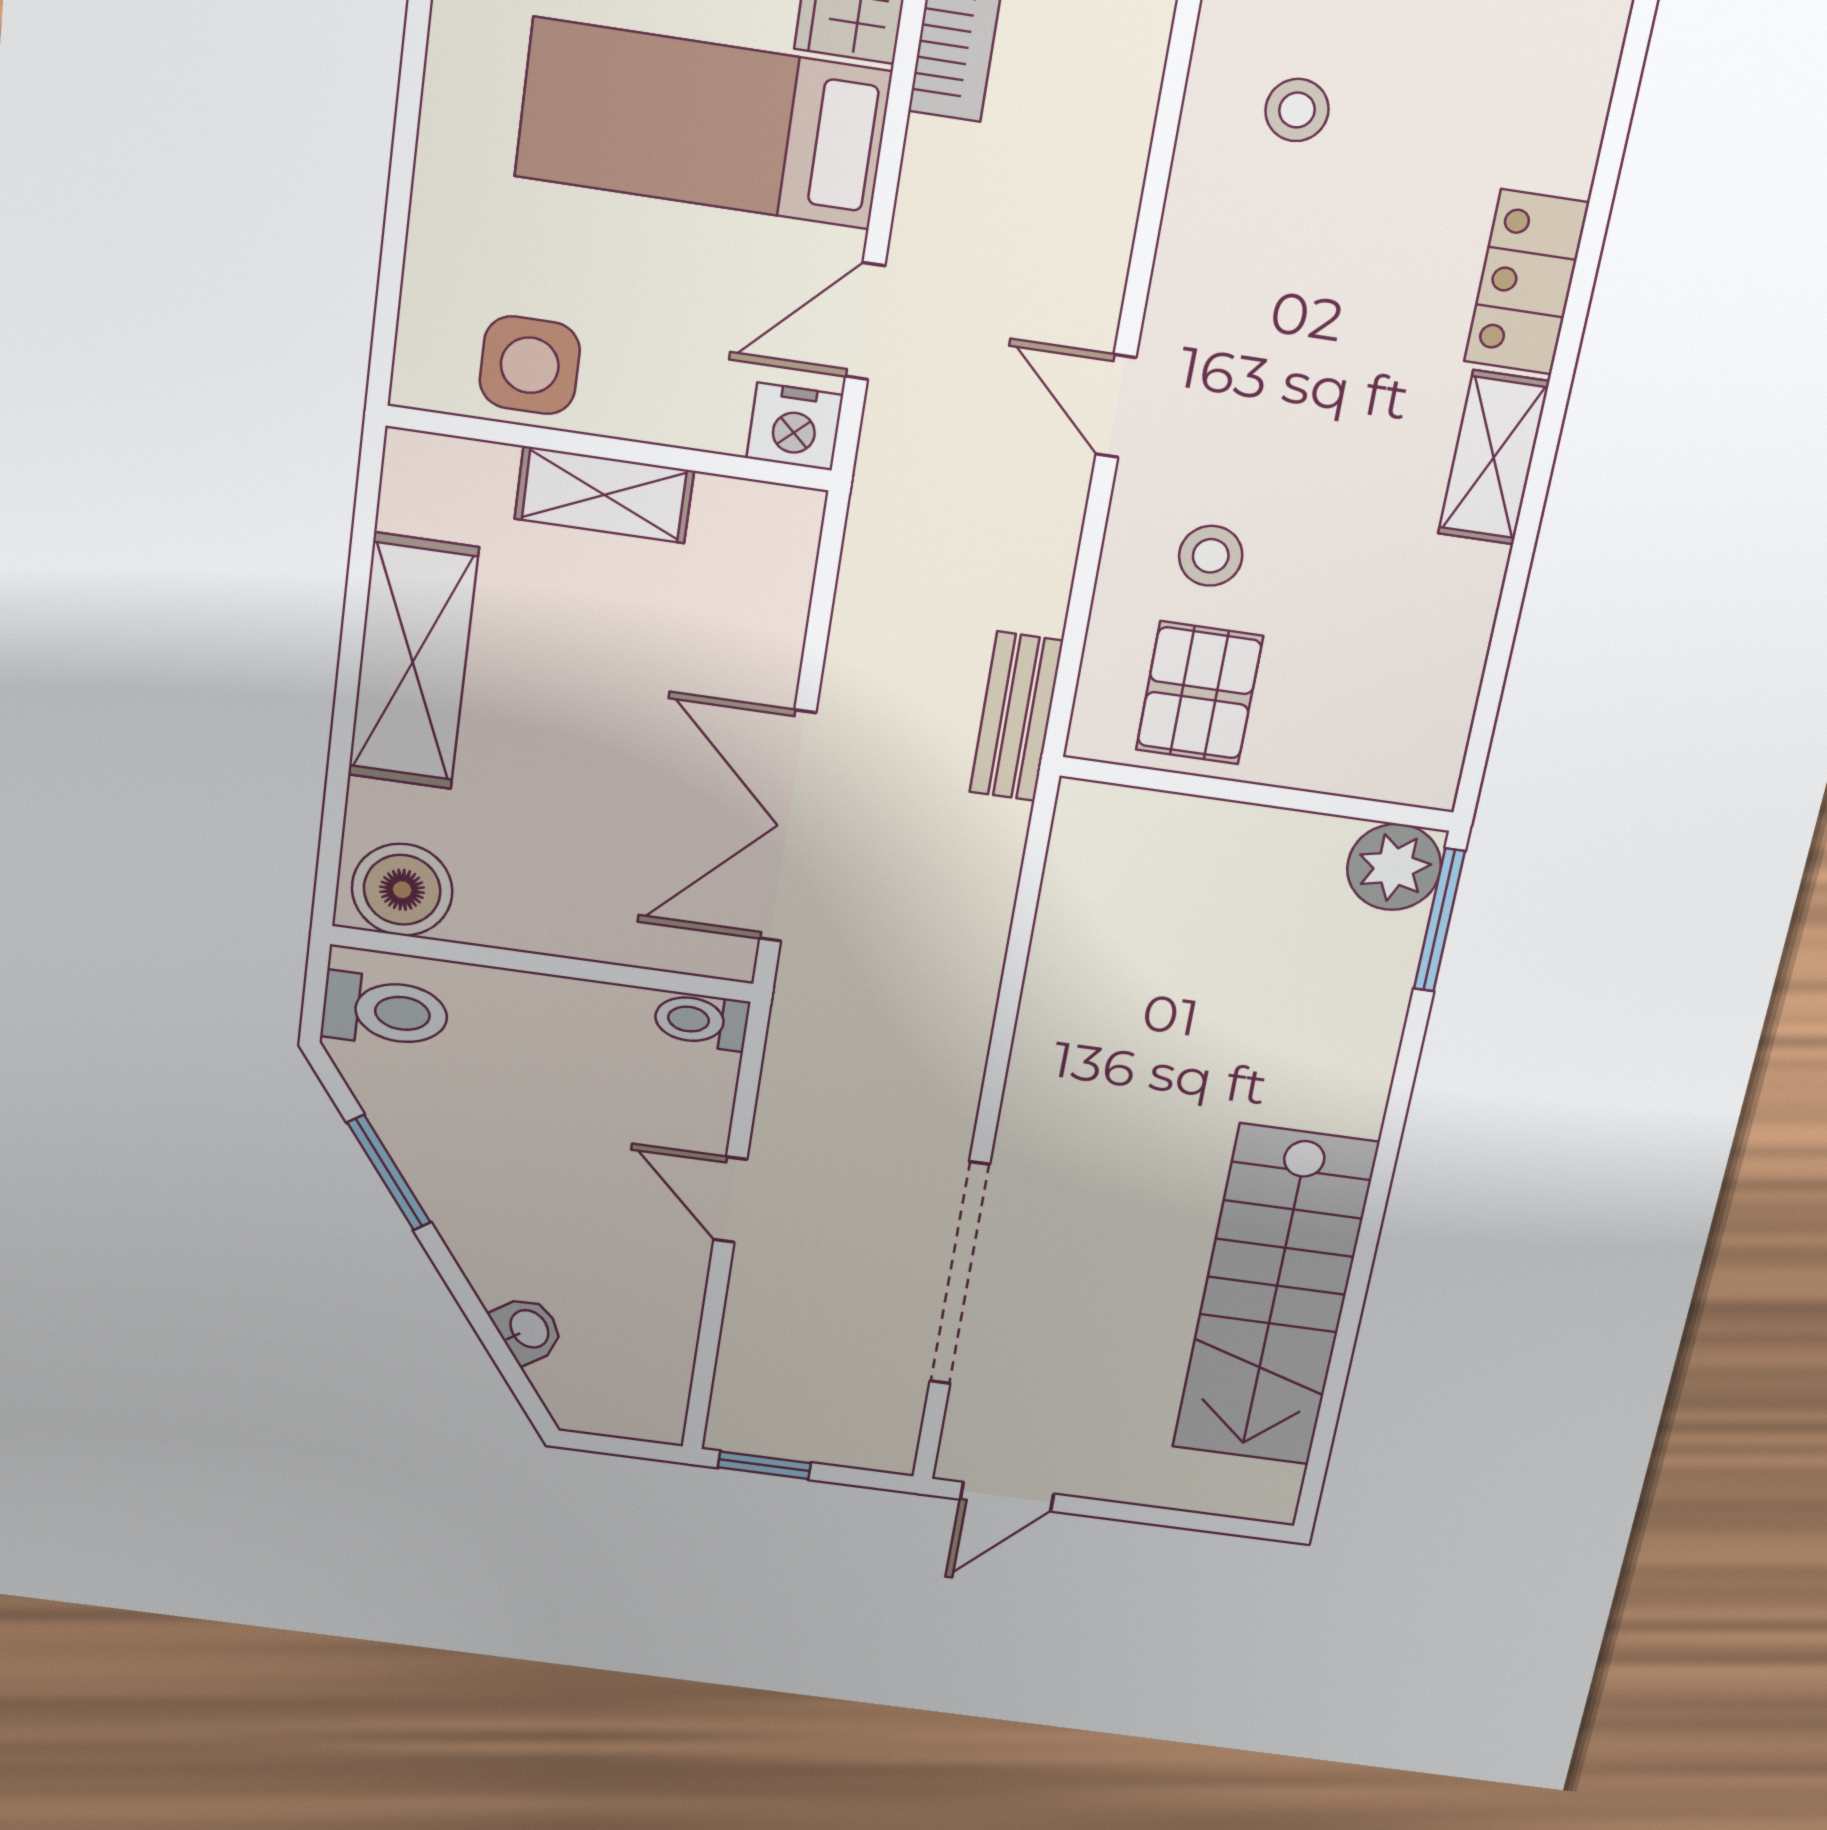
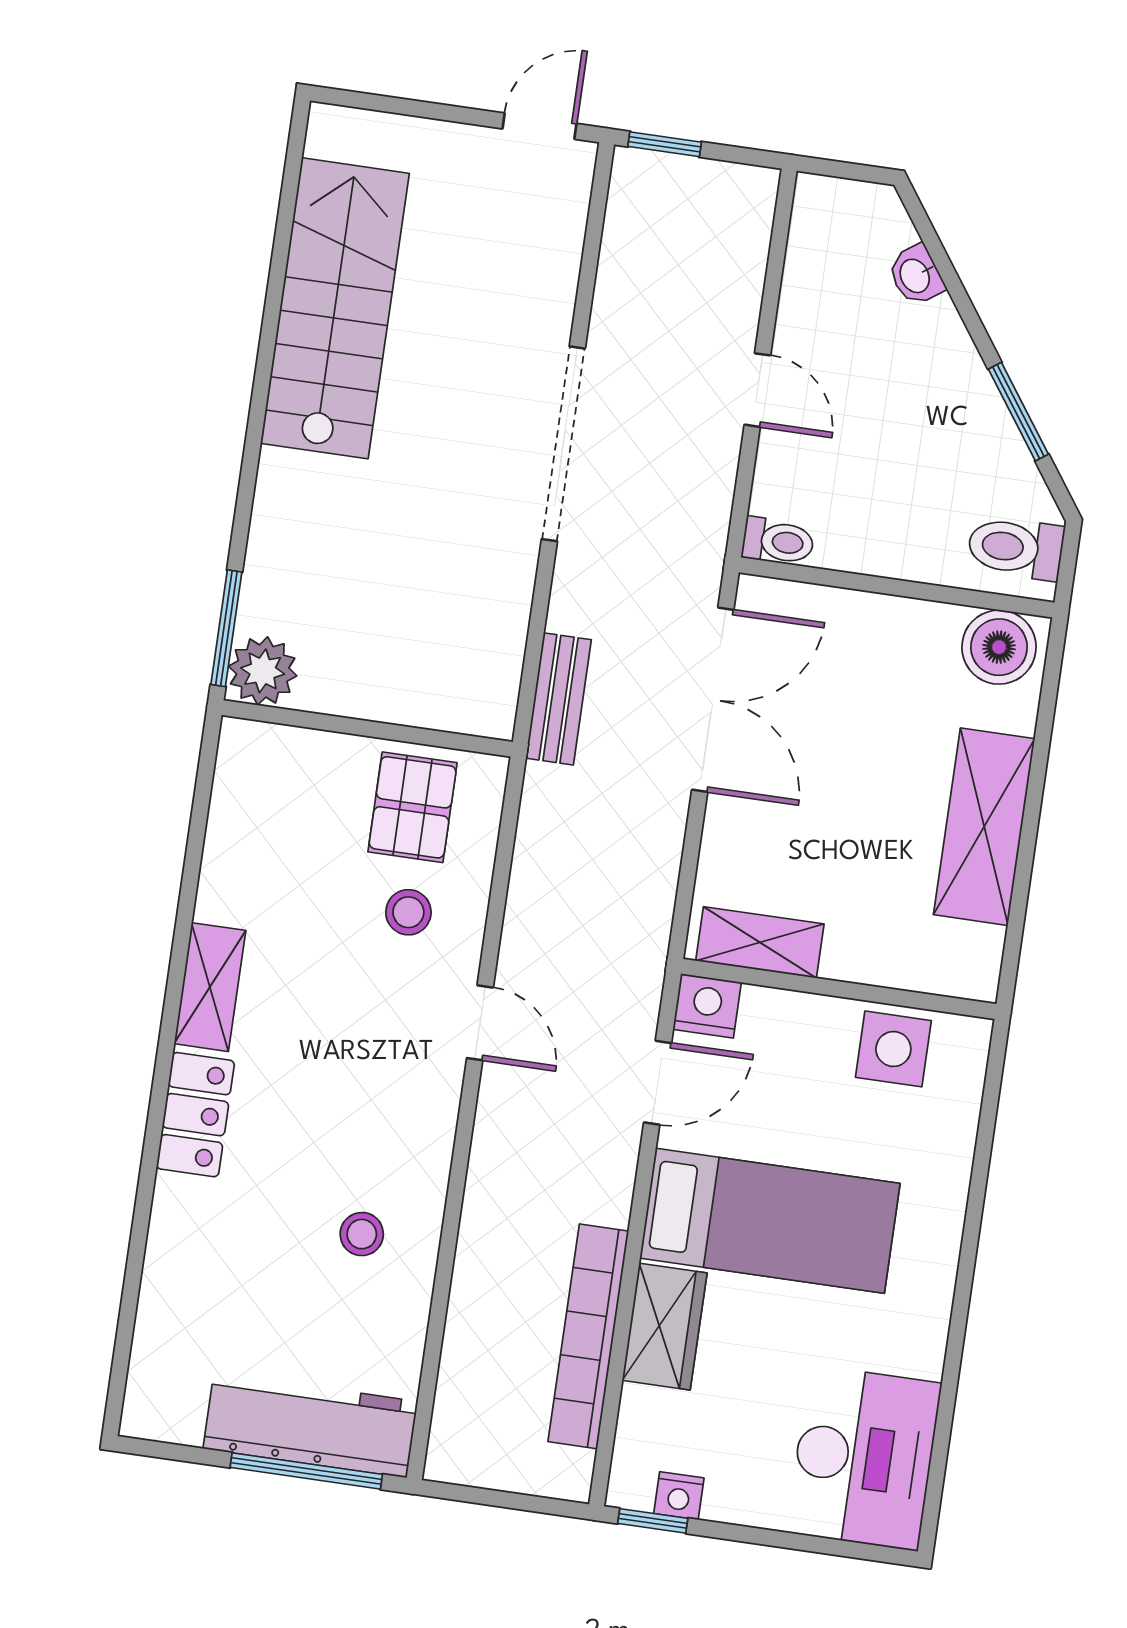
shelving: (604, 495) -> (760, 942), moved
bench: (1016, 717) -> (558, 699), moved
doorway: (959, 1274) -> (563, 444), moved
window: (764, 1465) -> (665, 144), moved

